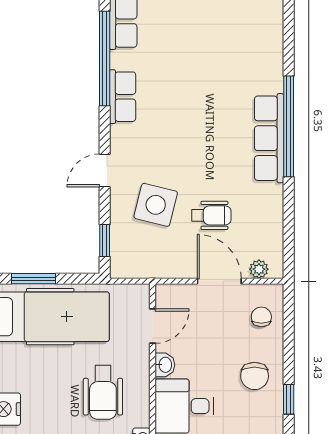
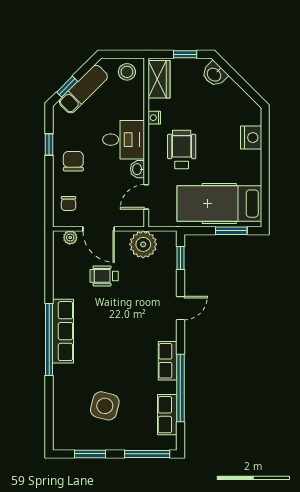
side table: (156, 205) -> (105, 406), moved
plant: (157, 259) -> (143, 244), added

